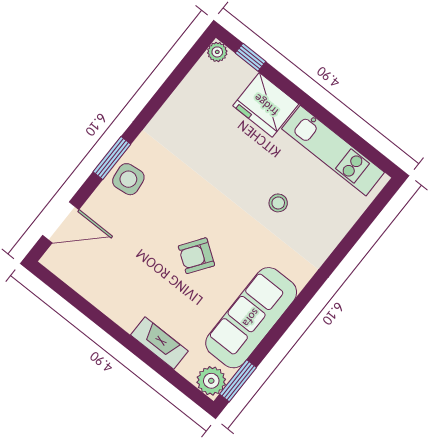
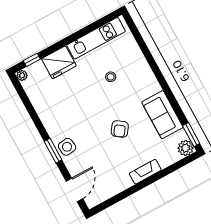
sofa: (251, 318) -> (162, 115), width x0.73
fireplace: (159, 343) -> (145, 172), moved

